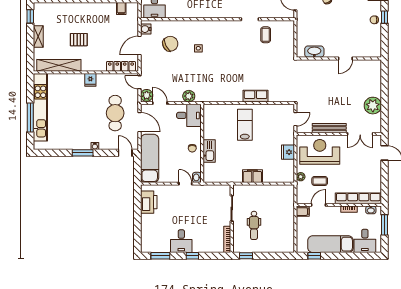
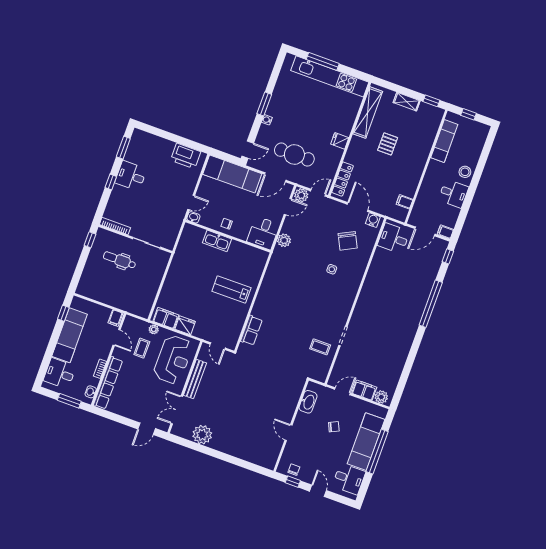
washbasin: (314, 52) -> (308, 402), moved
wall: (339, 59) -> (291, 426), moved
door: (345, 59) -> (289, 433), moved
row of seats: (256, 96) -> (251, 330), moved
lab bench: (245, 125) -> (231, 290), turned 180
filing cabinet: (252, 176) -> (166, 318), moved, turned -90

